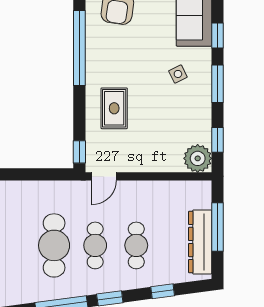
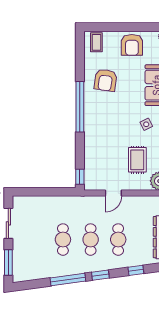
rug: (114, 108) -> (137, 160), moved
door: (104, 176) -> (113, 193), moved
cafe table: (54, 245) -> (63, 240), width x0.73, depth x0.74

